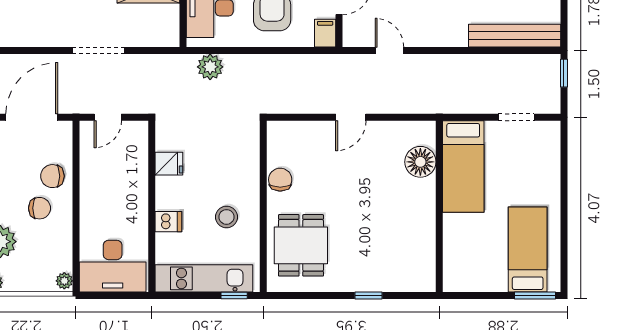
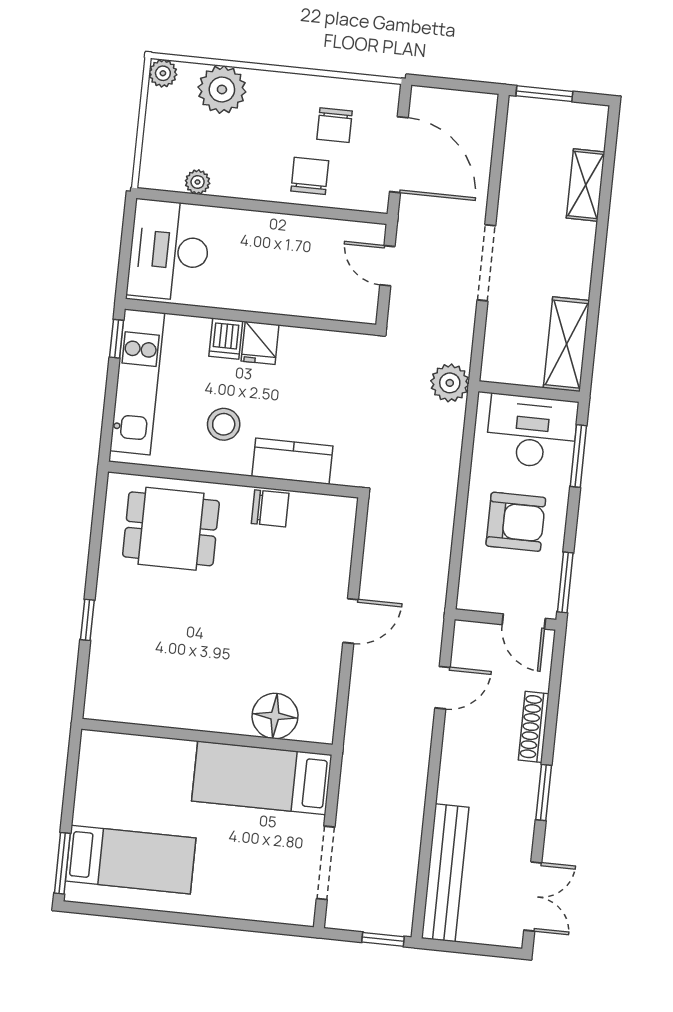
filing cabinet: (325, 33) -> (478, 596), removed
plant: (210, 67) -> (450, 383), moved
door: (351, 117) -> (351, 621), swing flipped
doorway: (516, 117) -> (326, 863), width x1.38
fridge: (169, 164) -> (260, 343), moved
kitchen counter: (247, 168) -> (292, 461), added
chair: (40, 208) -> (335, 125), moved
plant: (64, 281) -> (198, 182), moved
window: (234, 296) -> (116, 339), moved

